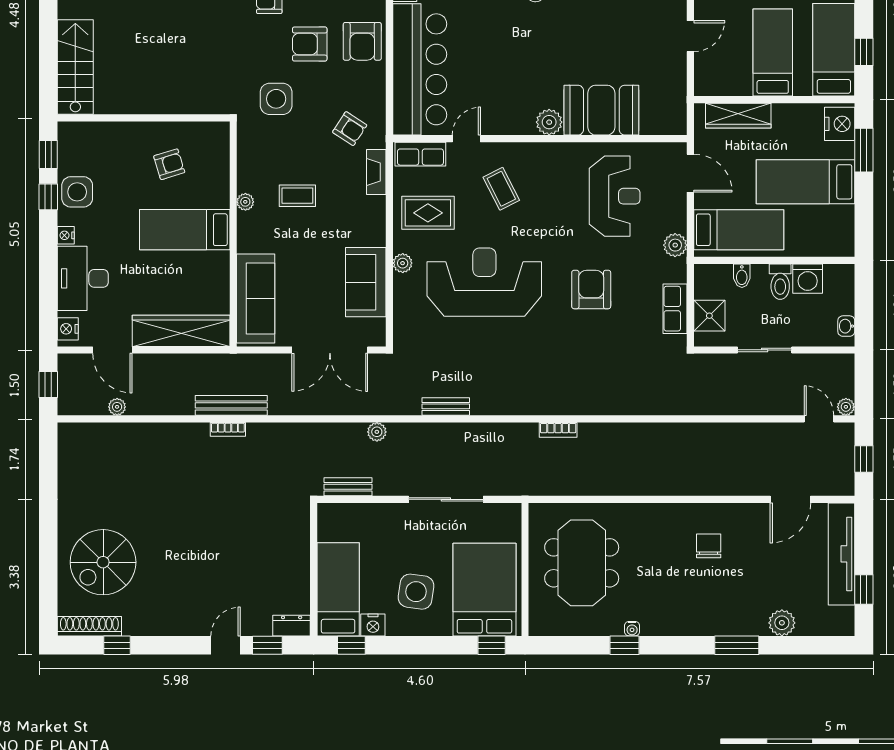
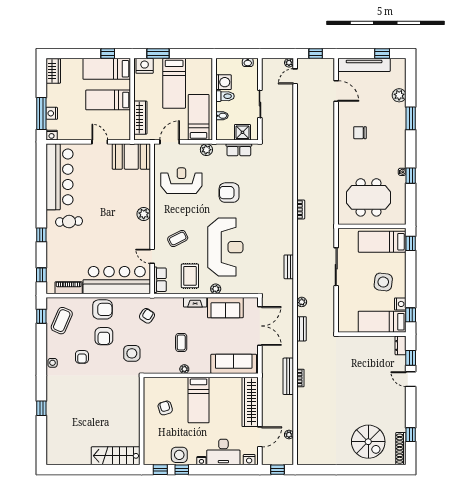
booth: (601, 110) -> (131, 157), moved, turned 90
fireplace: (376, 172) -> (195, 302), moved
reception desk: (484, 282) -> (225, 247), turned 180
bench: (348, 487) -> (302, 329), moved
bed: (484, 590) -> (382, 242), width x0.67

